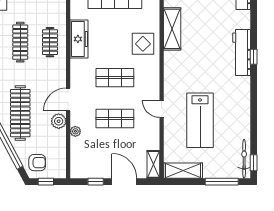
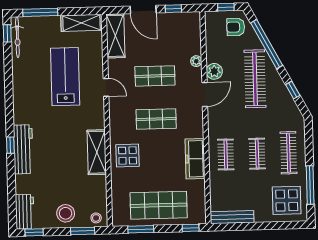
shelving: (172, 29) -> (97, 152), moved
clothes rail: (20, 42) -> (257, 154), width x0.73
shelving: (153, 164) -> (115, 36), width x1.50, depth x1.33

